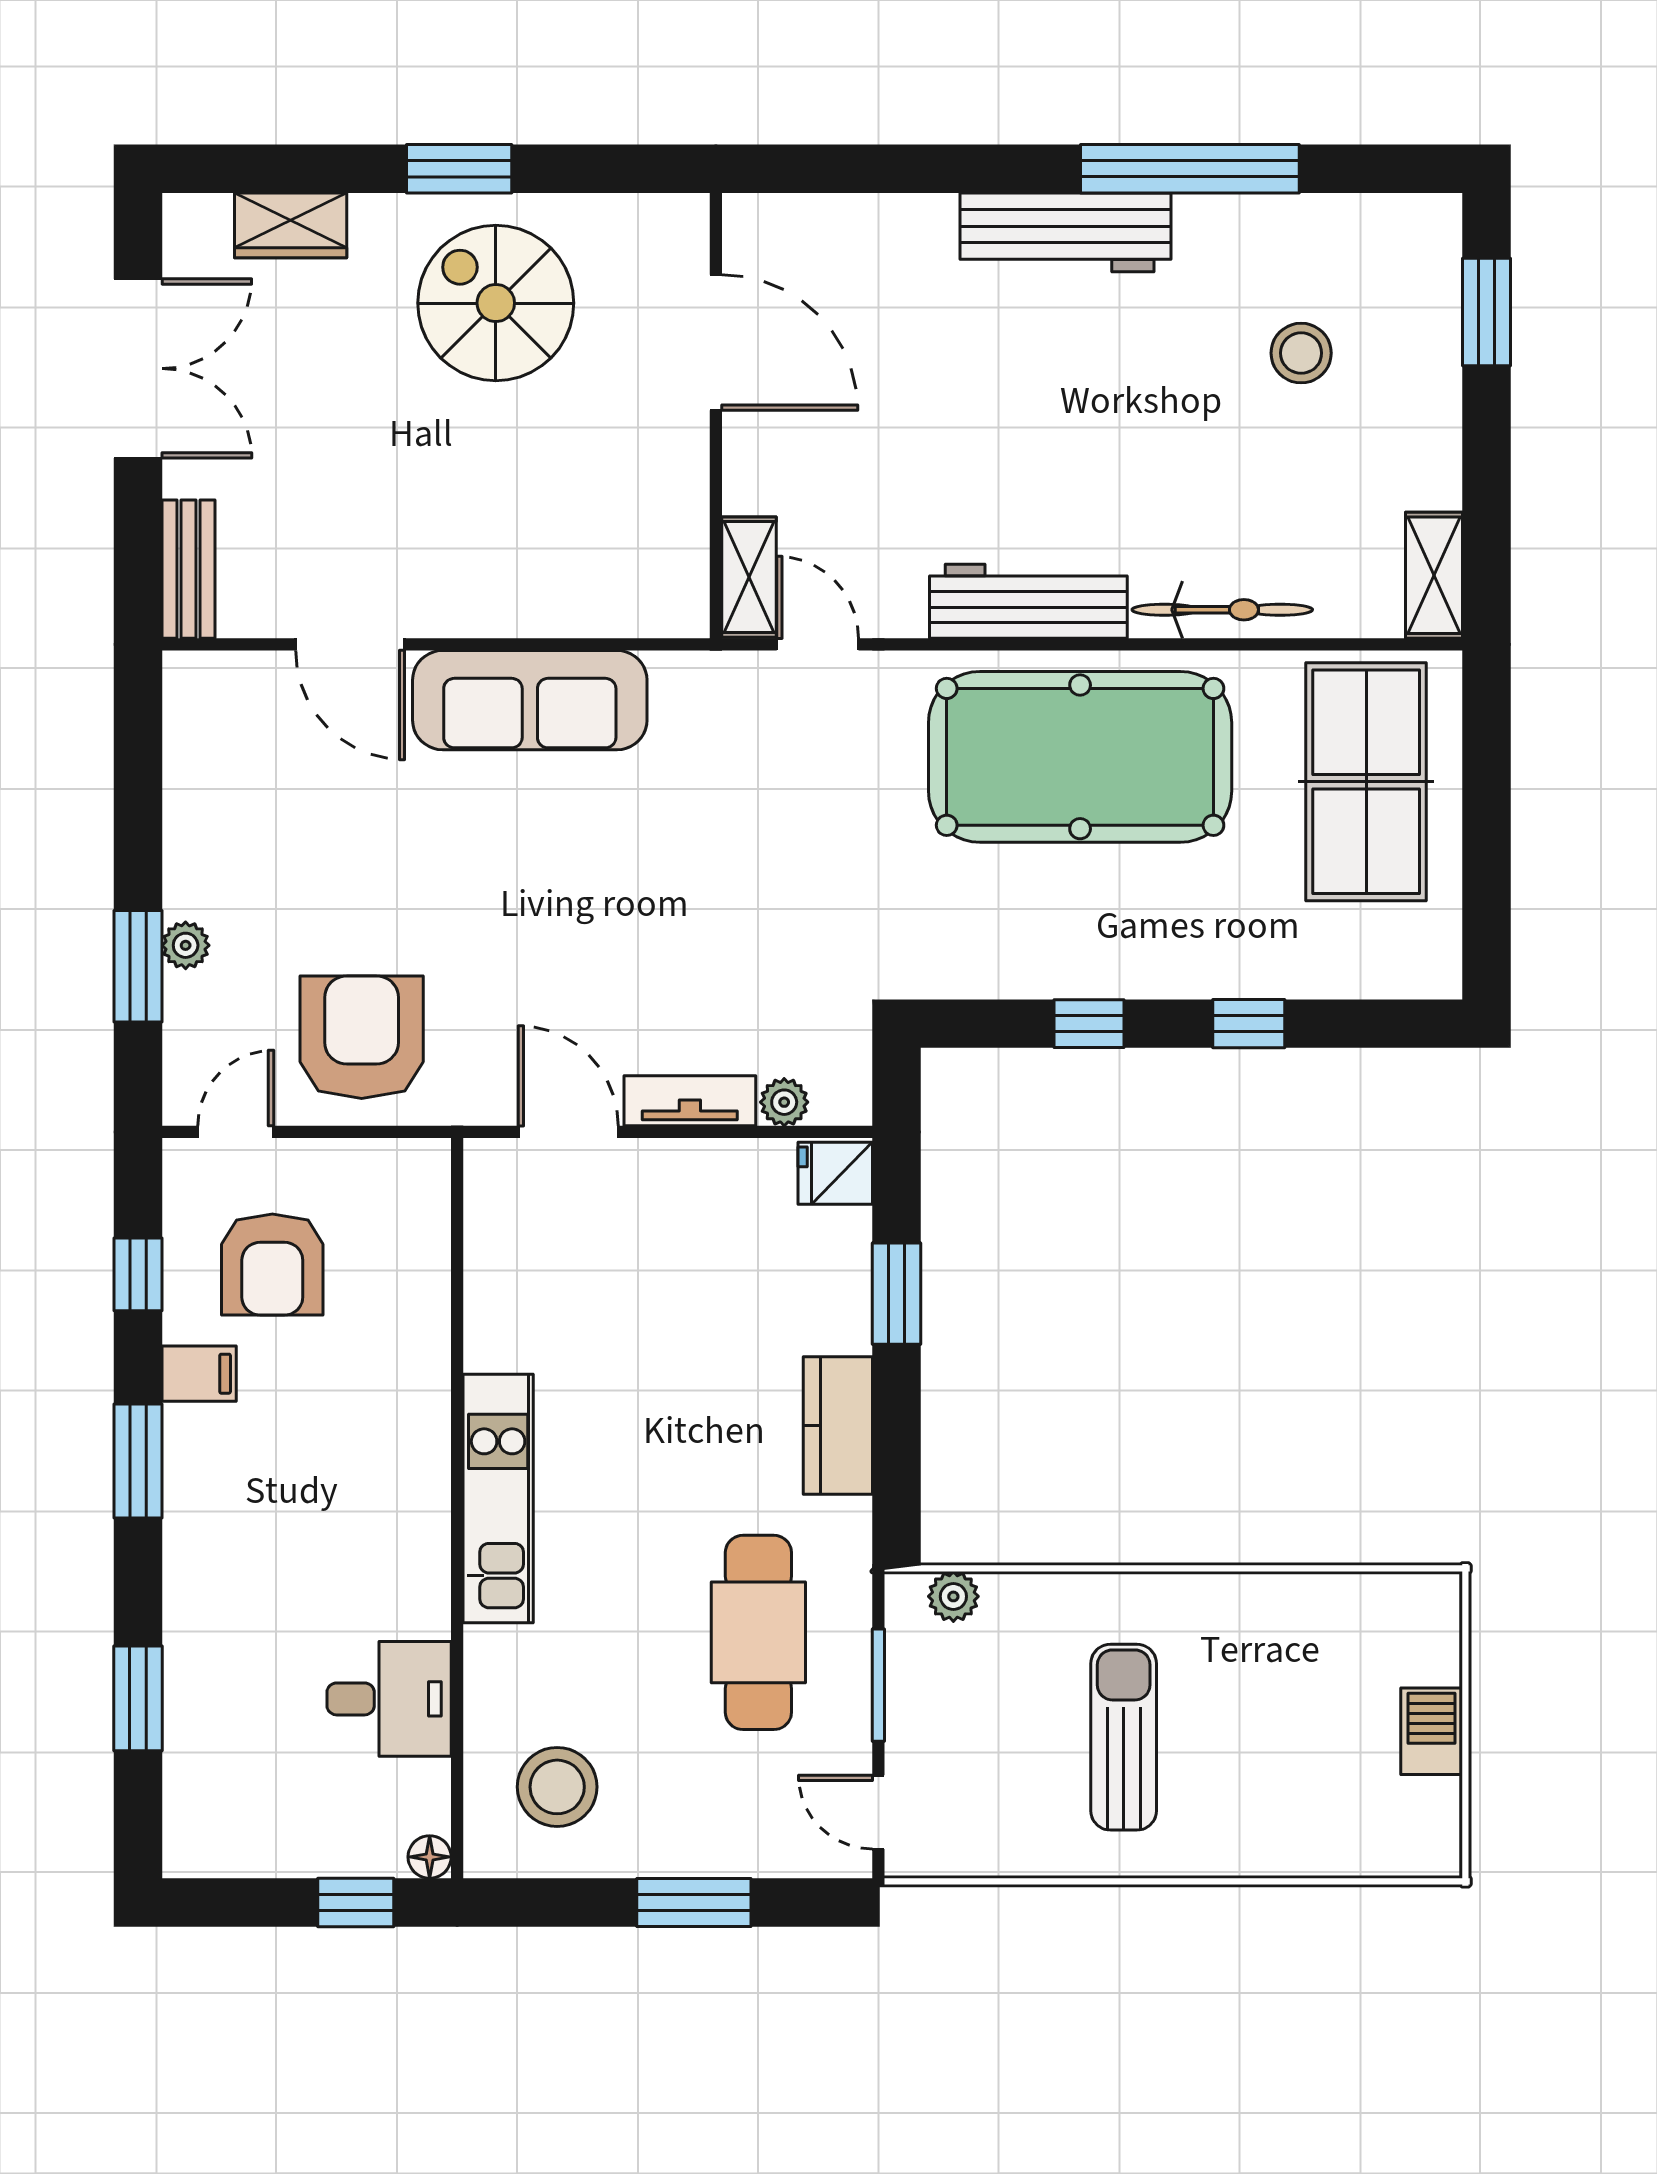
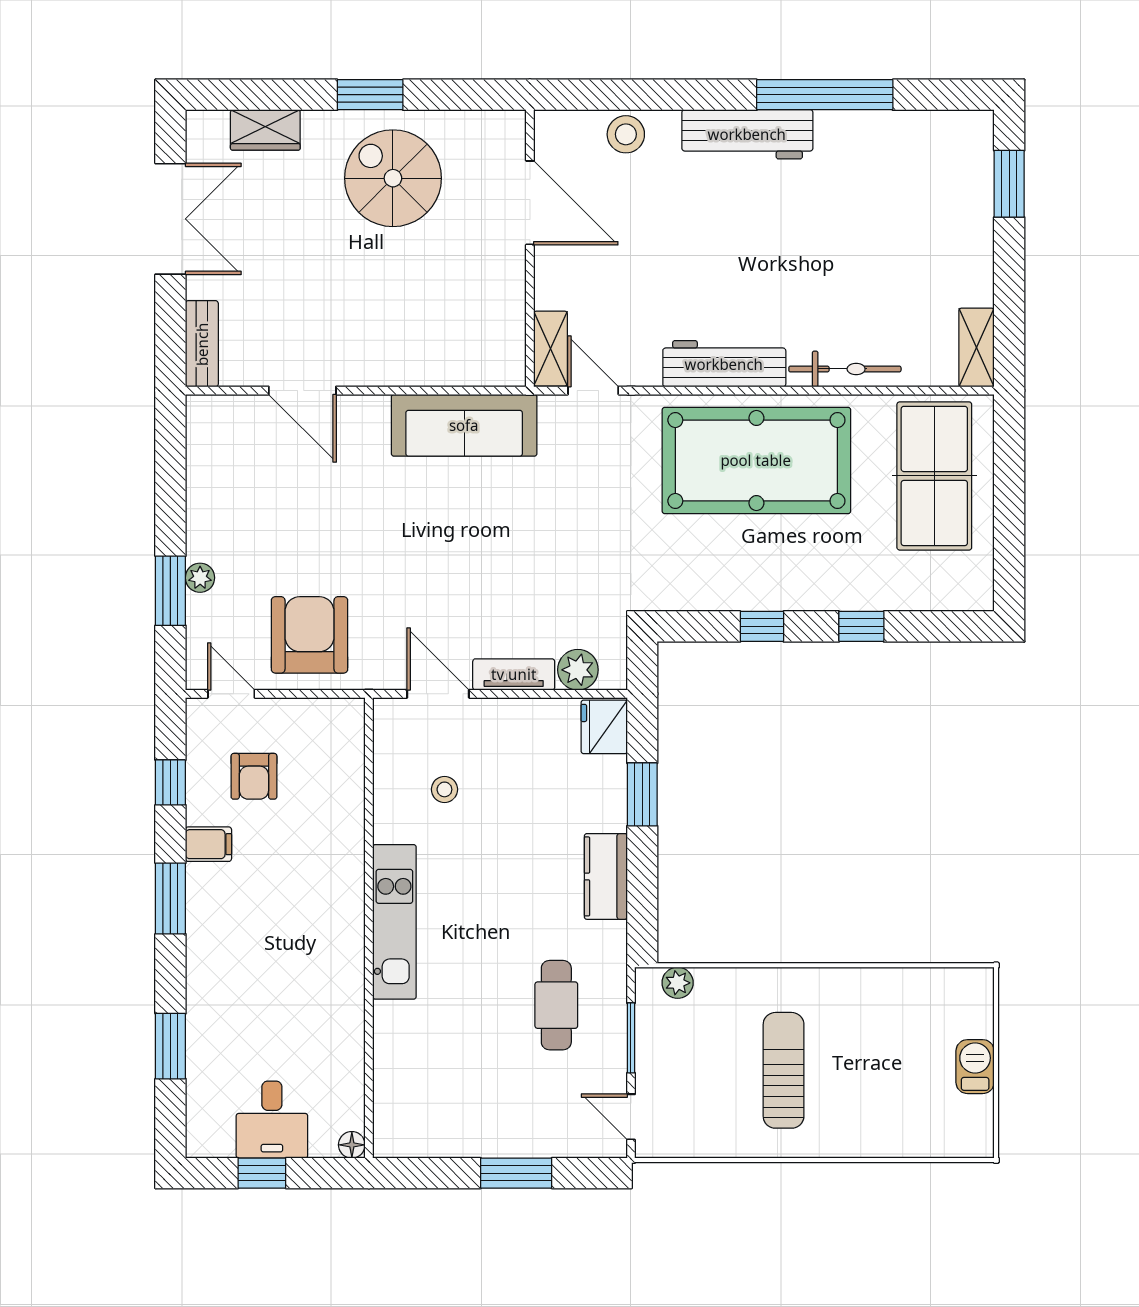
stool: (1301, 353) -> (626, 134), moved
sofa: (530, 700) -> (464, 425), moved
plant: (784, 1102) -> (578, 670), width x1.38, depth x1.38
door: (236, 1132) -> (231, 694), hinge flipped
fridge: (835, 1173) -> (604, 727), width x1.38
armchair: (272, 1265) -> (254, 776), width x0.72, depth x0.72
cafe table: (758, 1632) -> (556, 1005), width x0.73, depth x0.74
desk: (389, 1699) -> (272, 1120), moved, turned 90
stool: (557, 1787) -> (444, 789), moved, width x0.53, depth x0.53
window: (356, 1903) -> (262, 1173), moved

